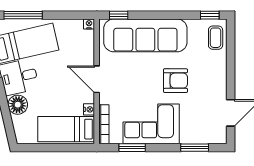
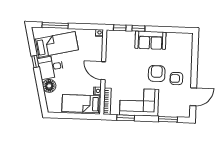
window: (210, 15) -> (138, 28), moved
sofa: (145, 35) -> (150, 40), width x0.54, depth x0.79
coffee table: (216, 38) -> (185, 45), removed
armchair: (175, 81) -> (157, 74), turned -90
armchair: (205, 87) -> (176, 79), added

